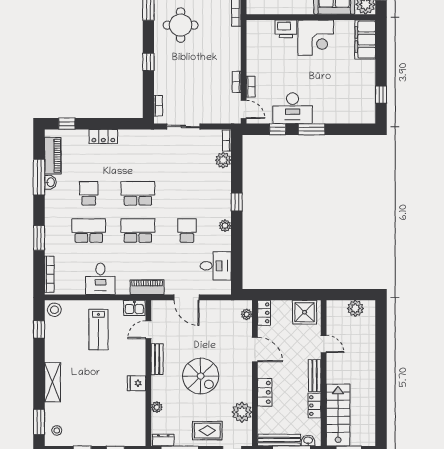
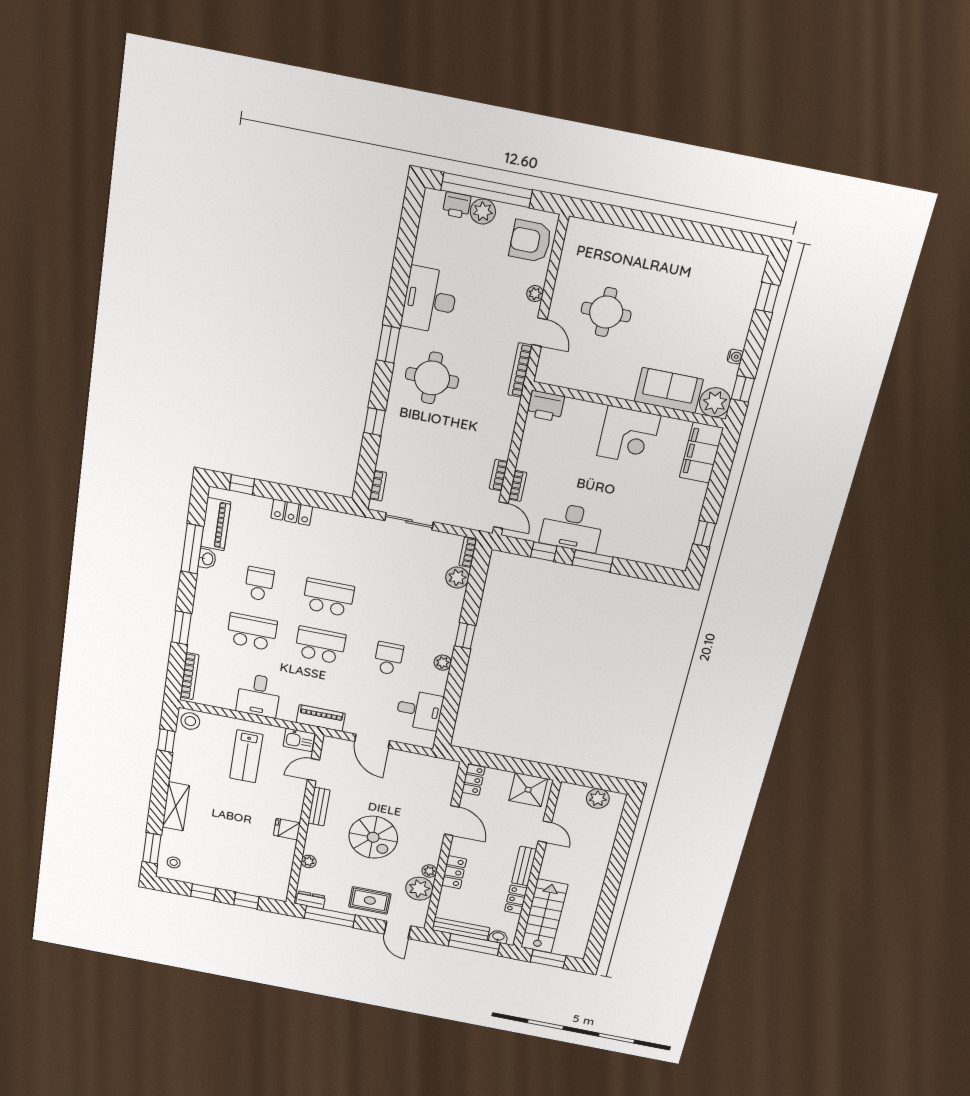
printer: (286, 29) -> (546, 406), moved
plant: (247, 314) -> (429, 871), moved

